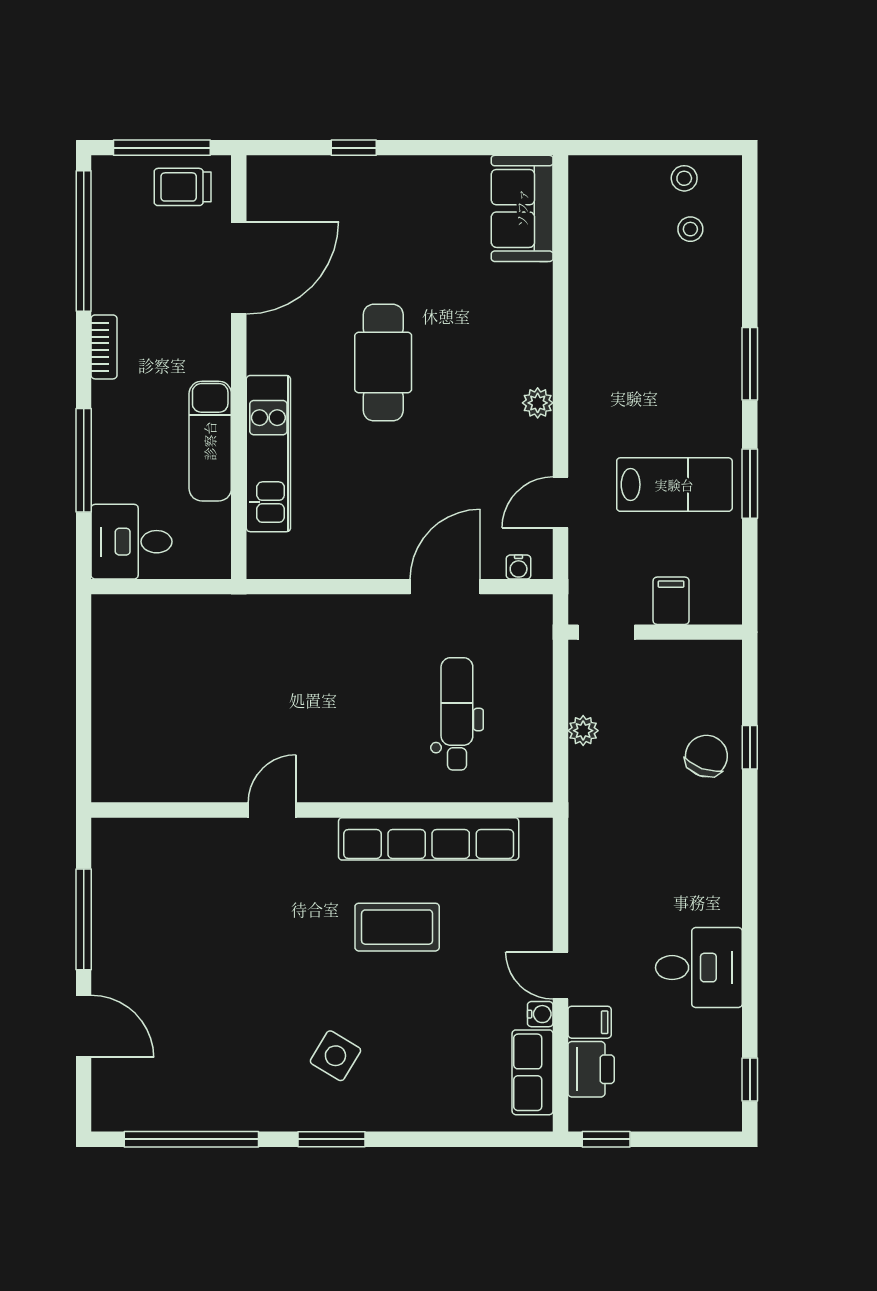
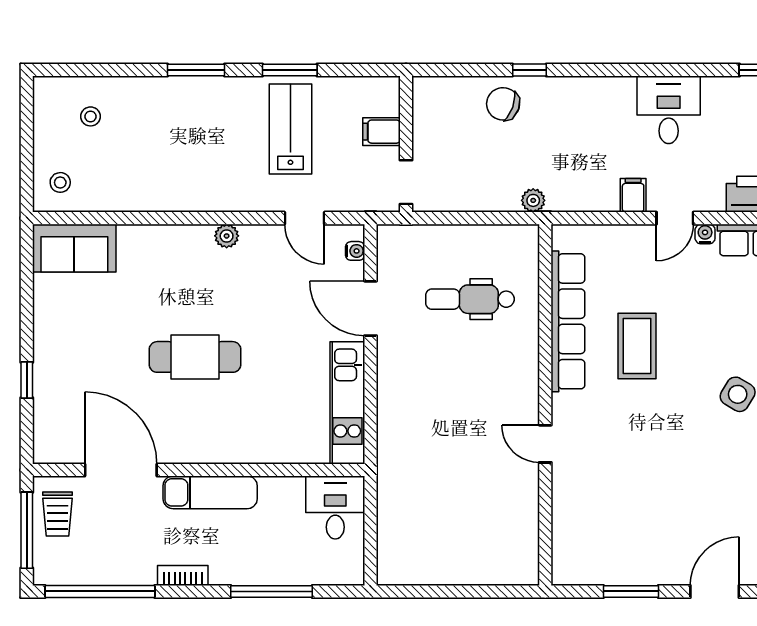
stool: (684, 178) -> (60, 182), moved
exam couch: (210, 441) -> (210, 492), moved
kitchen unit: (268, 454) -> (347, 403), moved, turned -90
desk: (132, 542) -> (335, 508), moved, turned 180
plant: (583, 731) -> (533, 200), moved
window: (750, 747) -> (529, 70), moved
window: (84, 919) -> (631, 591), width x0.69
filing cabinet: (590, 1022) -> (633, 195), moved

